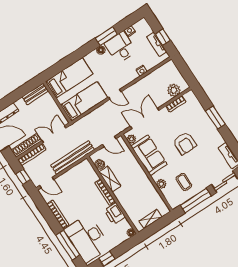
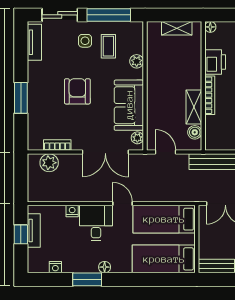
desk: (120, 47) -> (96, 223), moved, turned 180
side table: (200, 176) -> (85, 41), added

